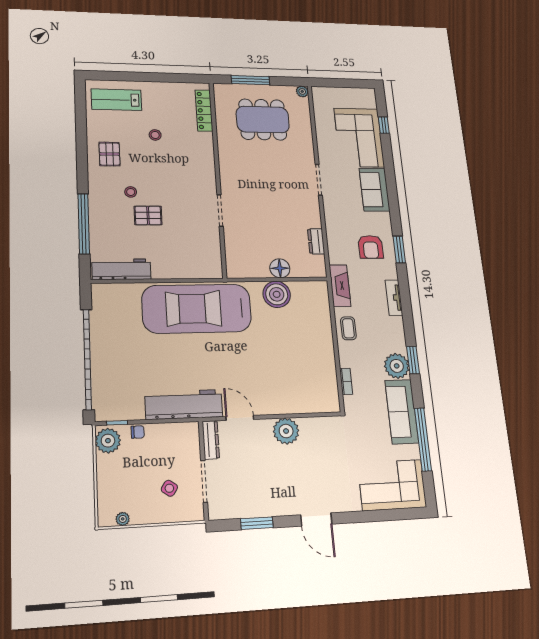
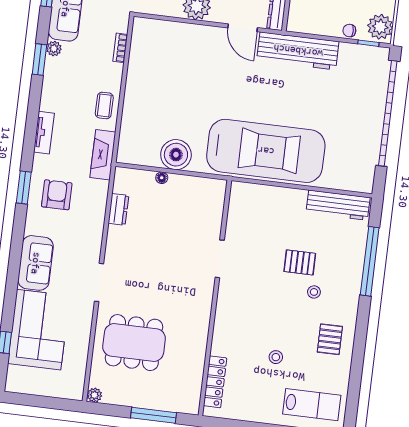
dining table: (263, 120) -> (134, 343), moved
floor lamp: (280, 268) -> (162, 178), width x0.53, depth x0.53
plant: (397, 366) -> (54, 49), width x0.53, depth x0.53

